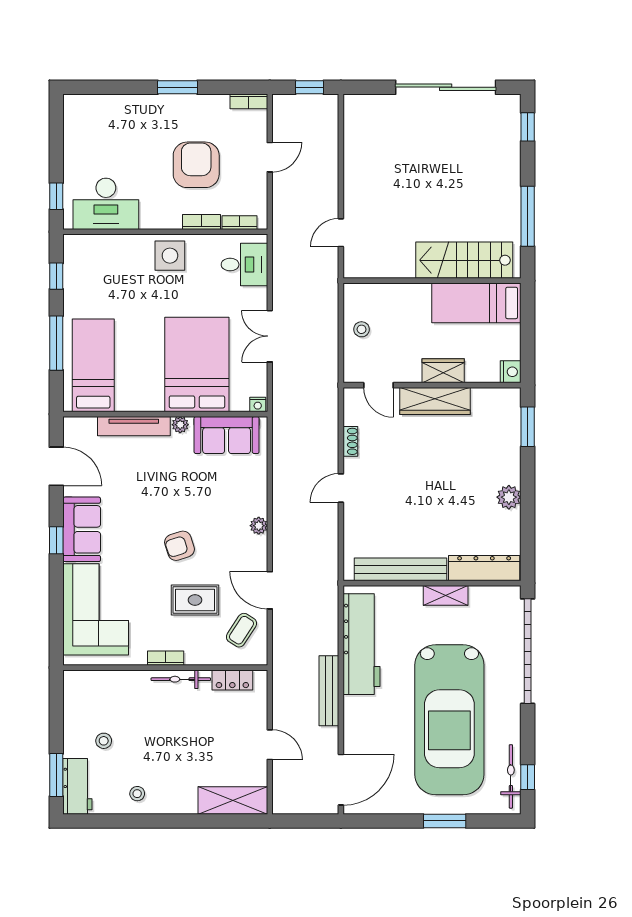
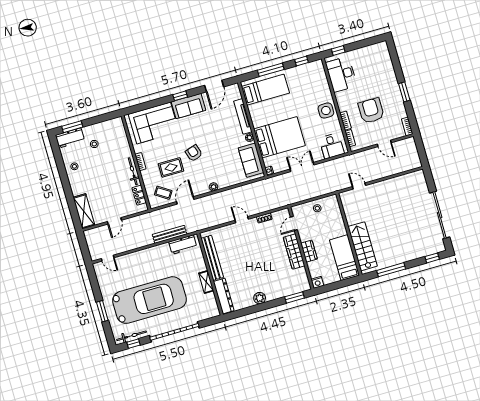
window: (310, 87) -> (422, 152), removed
armchair: (196, 165) -> (371, 111), turned -90
rug: (195, 600) -> (171, 167), turned 90
workbench: (362, 644) -> (183, 245), width x0.53, depth x0.76
garage door: (528, 651) -> (174, 332), moved
bench: (329, 691) -> (170, 234), moved
car: (449, 720) -> (149, 300), turned 180
door: (341, 780) -> (108, 258), width x0.53

